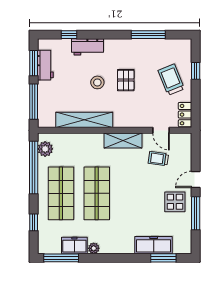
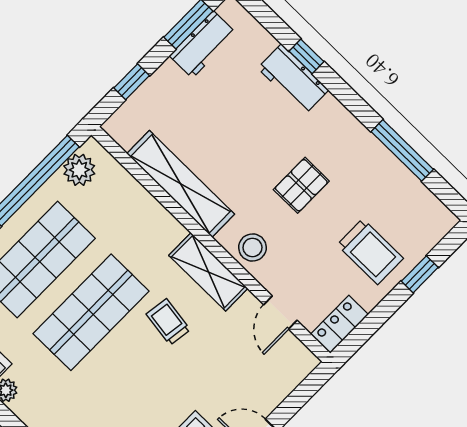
window: (69, 35) -> (306, 56), moved
trolley: (171, 80) -> (370, 252), turned 112
stool: (97, 82) -> (252, 247), moved
window: (34, 102) -> (132, 82), width x0.46
trolley: (158, 159) -> (168, 322), moved

